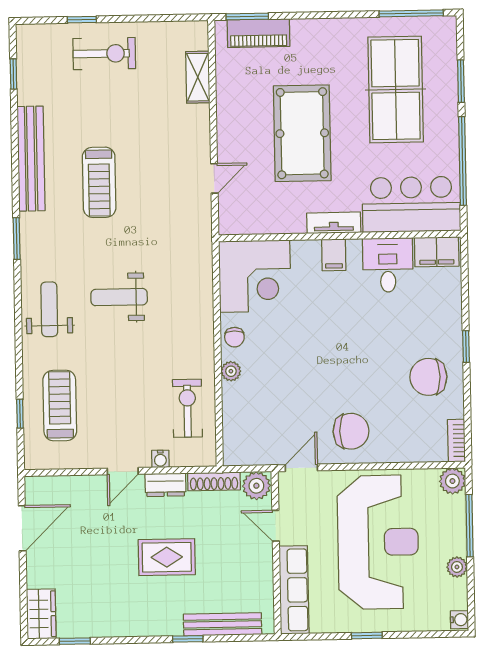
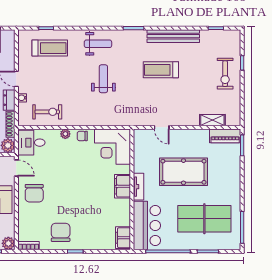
piano: (258, 33) -> (225, 136), moved, turned -90
filing cabinet: (334, 255) -> (122, 186), width x2.00
desk: (388, 265) -> (31, 143), moved, turned 180

